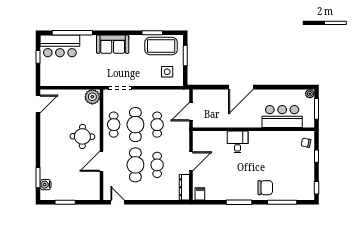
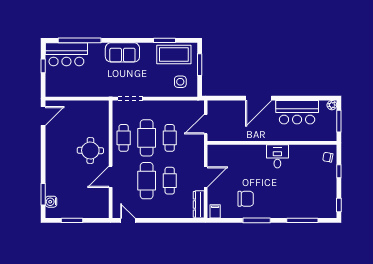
plant: (92, 97) -> (101, 108), removed
bar counter: (282, 117) -> (297, 112), moved, turned 180
desk: (238, 142) -> (277, 156), moved
chair: (265, 188) -> (246, 199), moved

